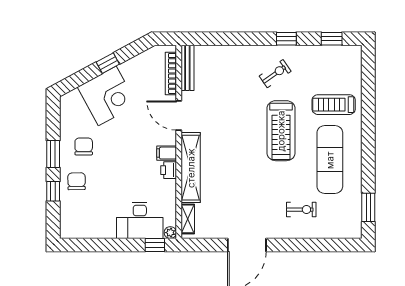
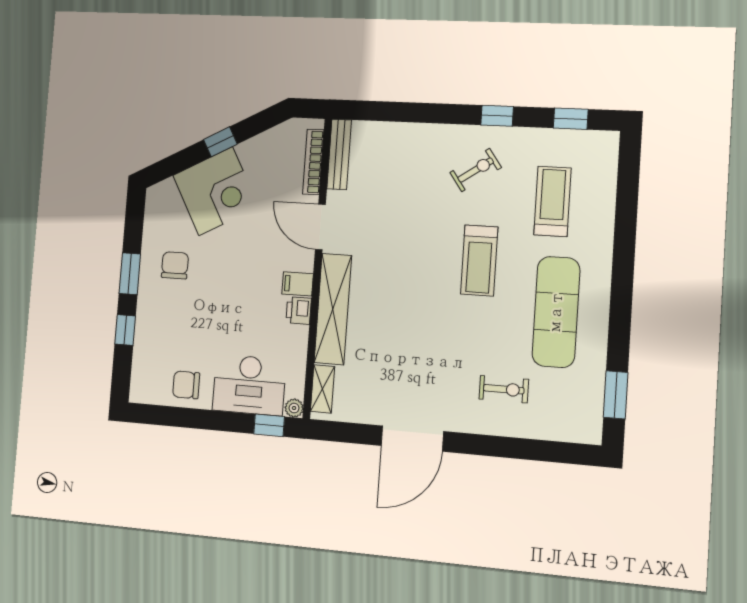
treadmill: (334, 105) -> (553, 201), moved, turned 90
treadmill: (281, 131) -> (479, 261), width x0.73, depth x0.73
chair: (77, 181) -> (186, 385), moved, turned -89

